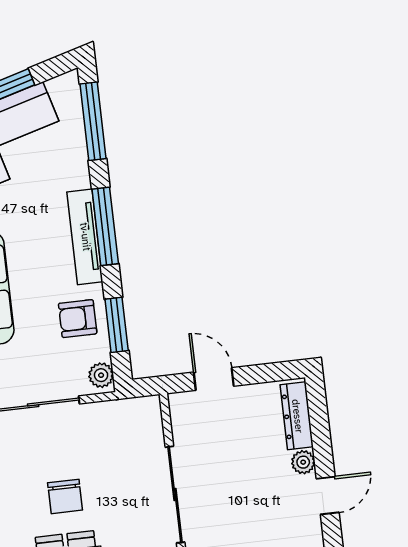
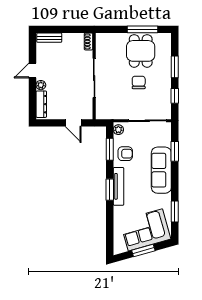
window: (93, 121) -> (110, 233), removed
window: (105, 226) -> (110, 190), width x0.69

